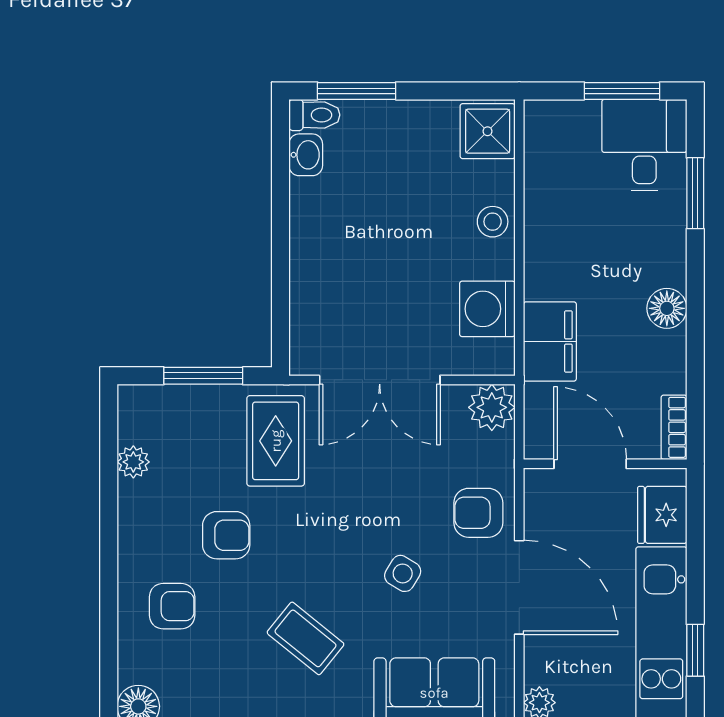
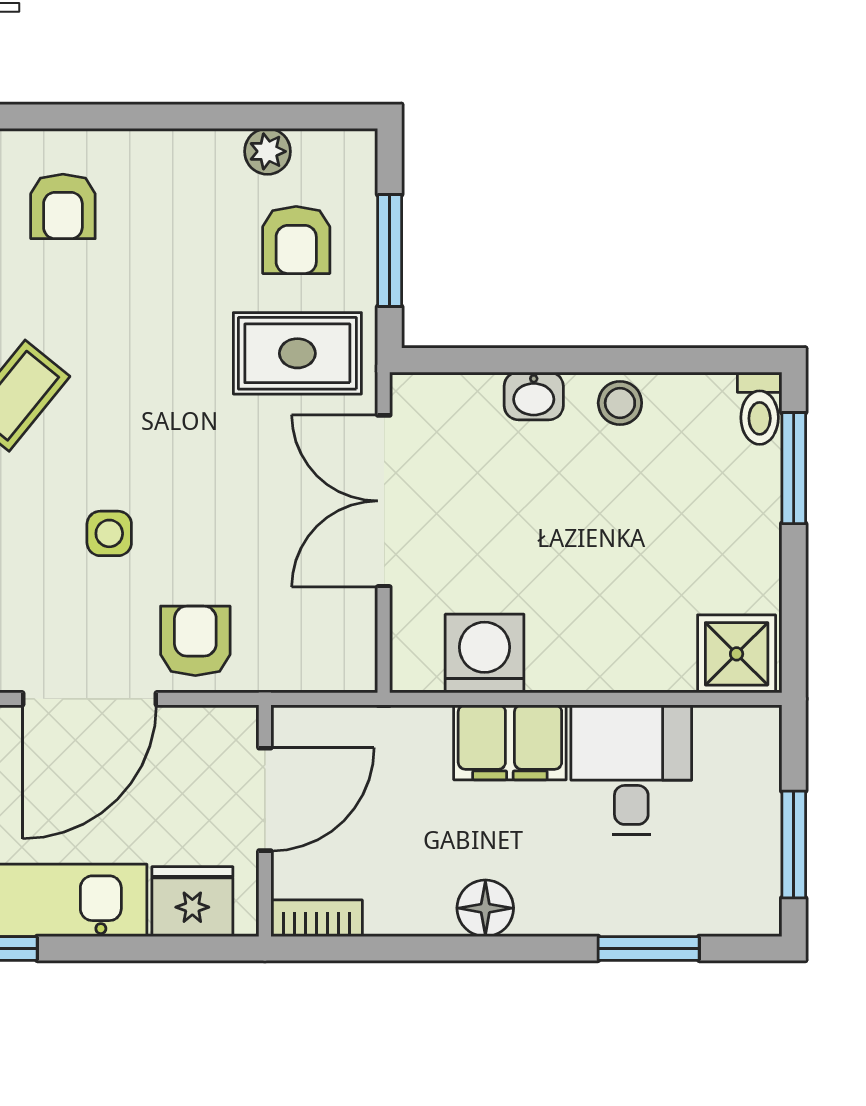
desk: (644, 145) -> (631, 770), moved, turned -90
washbasin: (306, 155) -> (534, 396), moved
stool: (493, 222) -> (620, 403), moved
filing cabinet: (550, 341) -> (510, 742), moved
plant: (492, 407) -> (345, 660), removed
armchair: (226, 535) -> (296, 240), moved
side table: (403, 573) -> (109, 533), turned -31

